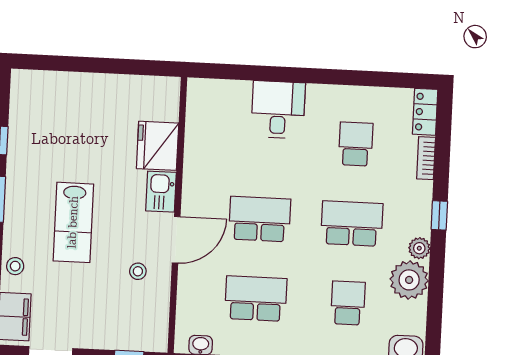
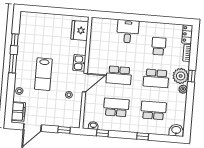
fridge: (158, 146) -> (80, 30), moved
school desk: (260, 219) -> (119, 75), turned 180
school desk: (352, 224) -> (156, 78), turned 180
plant: (409, 280) -> (181, 76), moved
school desk: (348, 303) -> (153, 110), width x1.85

